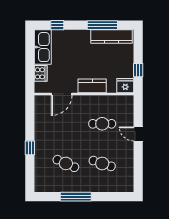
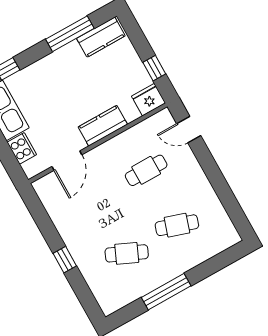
kitchen counter: (112, 37) -> (101, 37), width x0.67
door: (138, 134) -> (189, 130), moved

